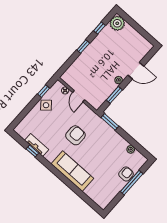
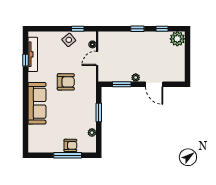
window: (110, 122) -> (99, 113), moved
tv unit: (37, 145) -> (33, 54), width x1.41

